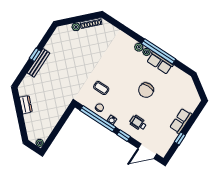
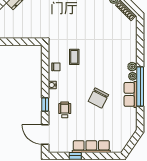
chair: (146, 90) -> (98, 98), turned -63
window: (98, 119) -> (45, 72), removed
row of seats: (181, 121) -> (91, 147), width x1.48

